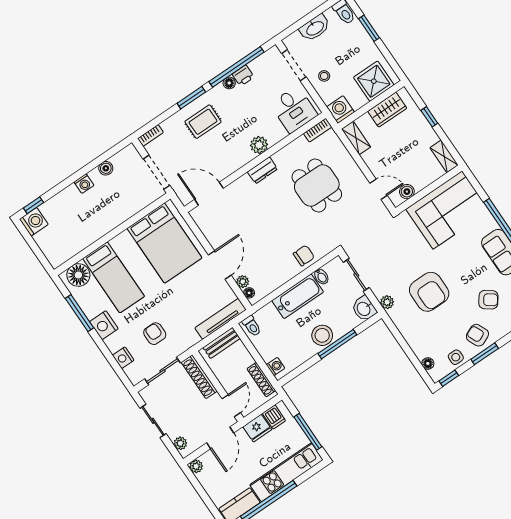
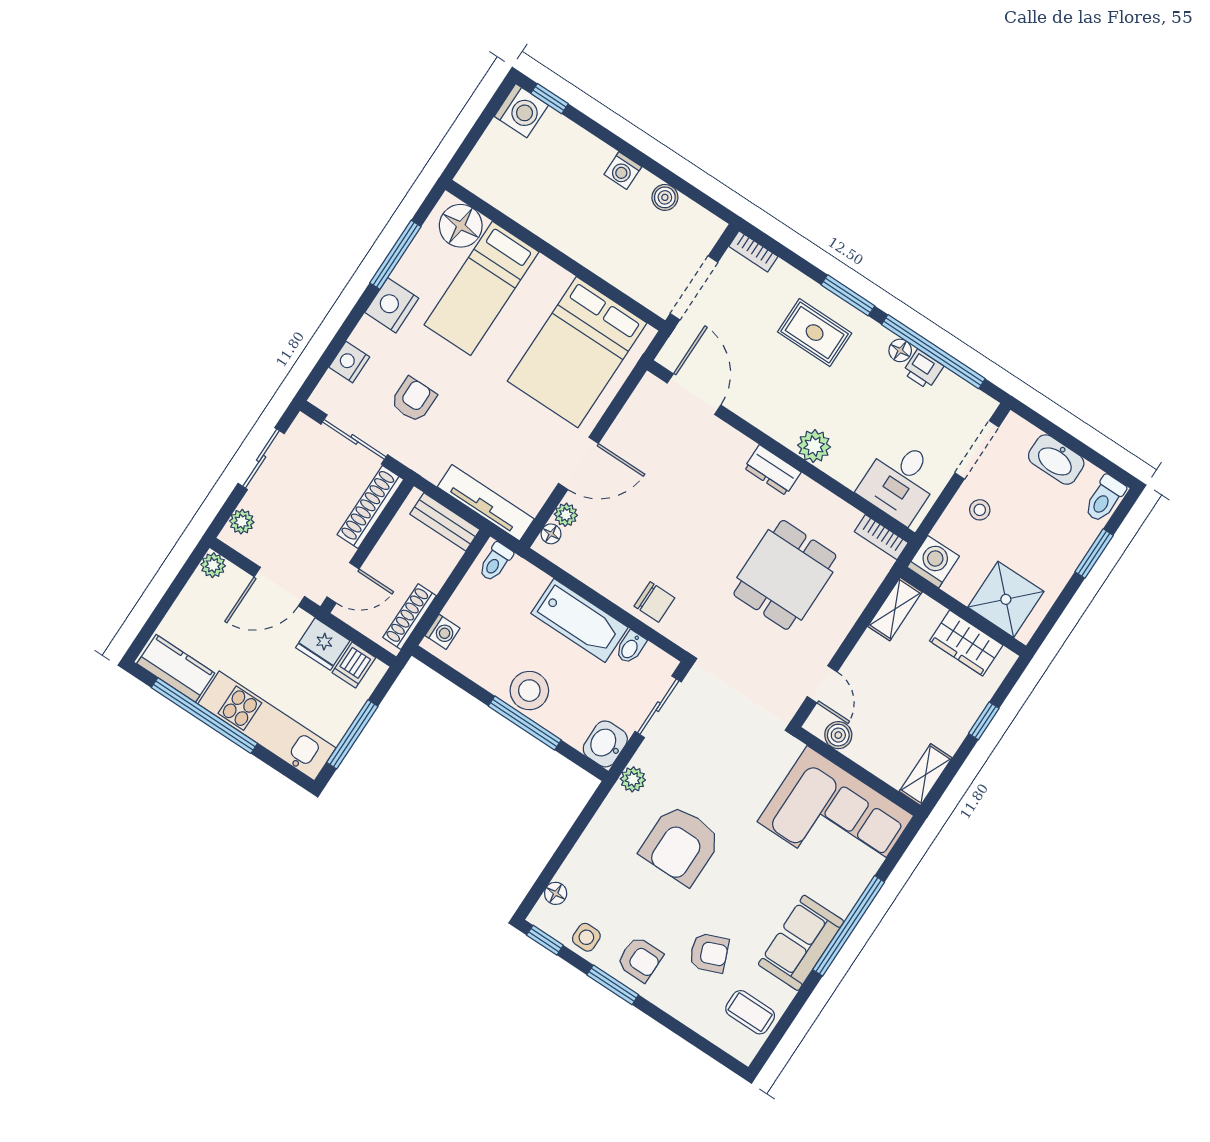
armchair: (488, 300) -> (709, 953), turned -58
armchair: (477, 335) -> (640, 959), turned 114

